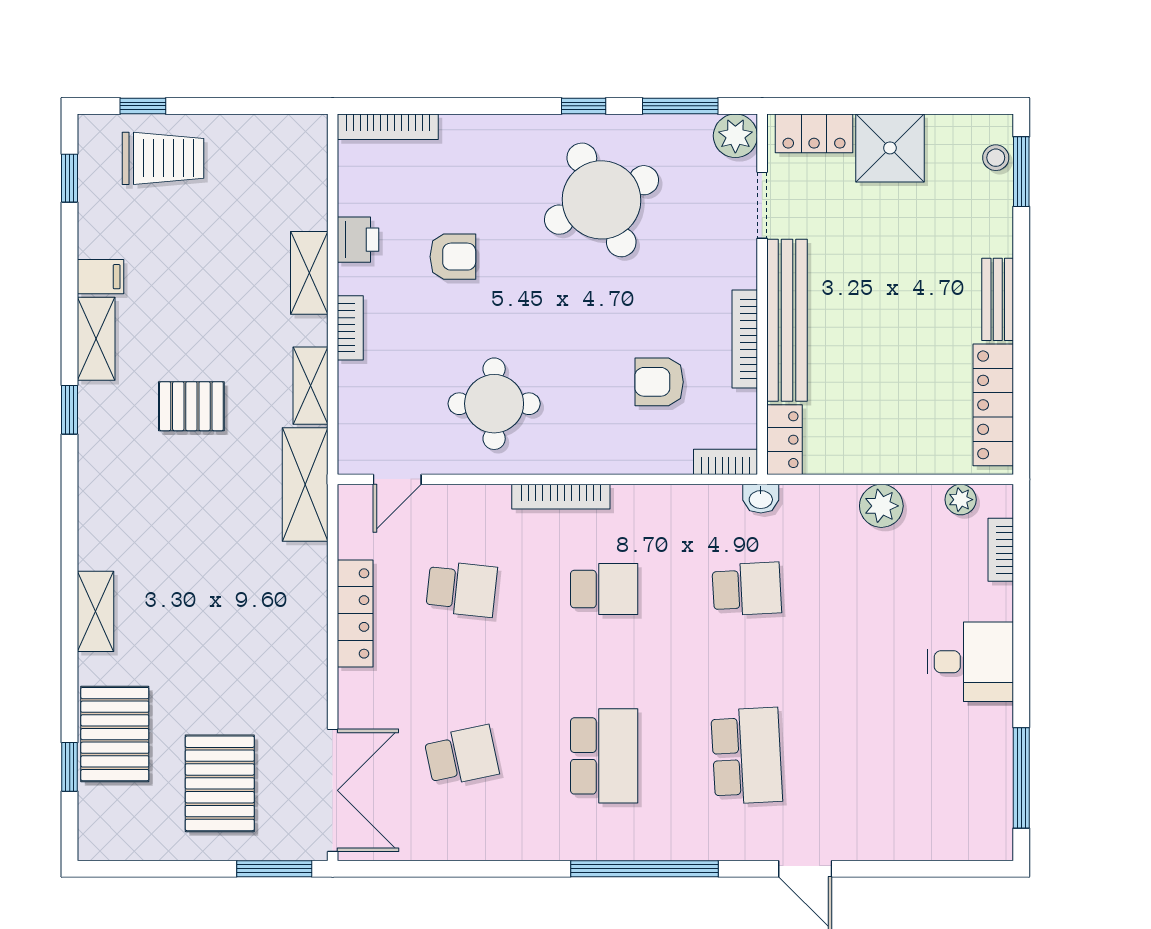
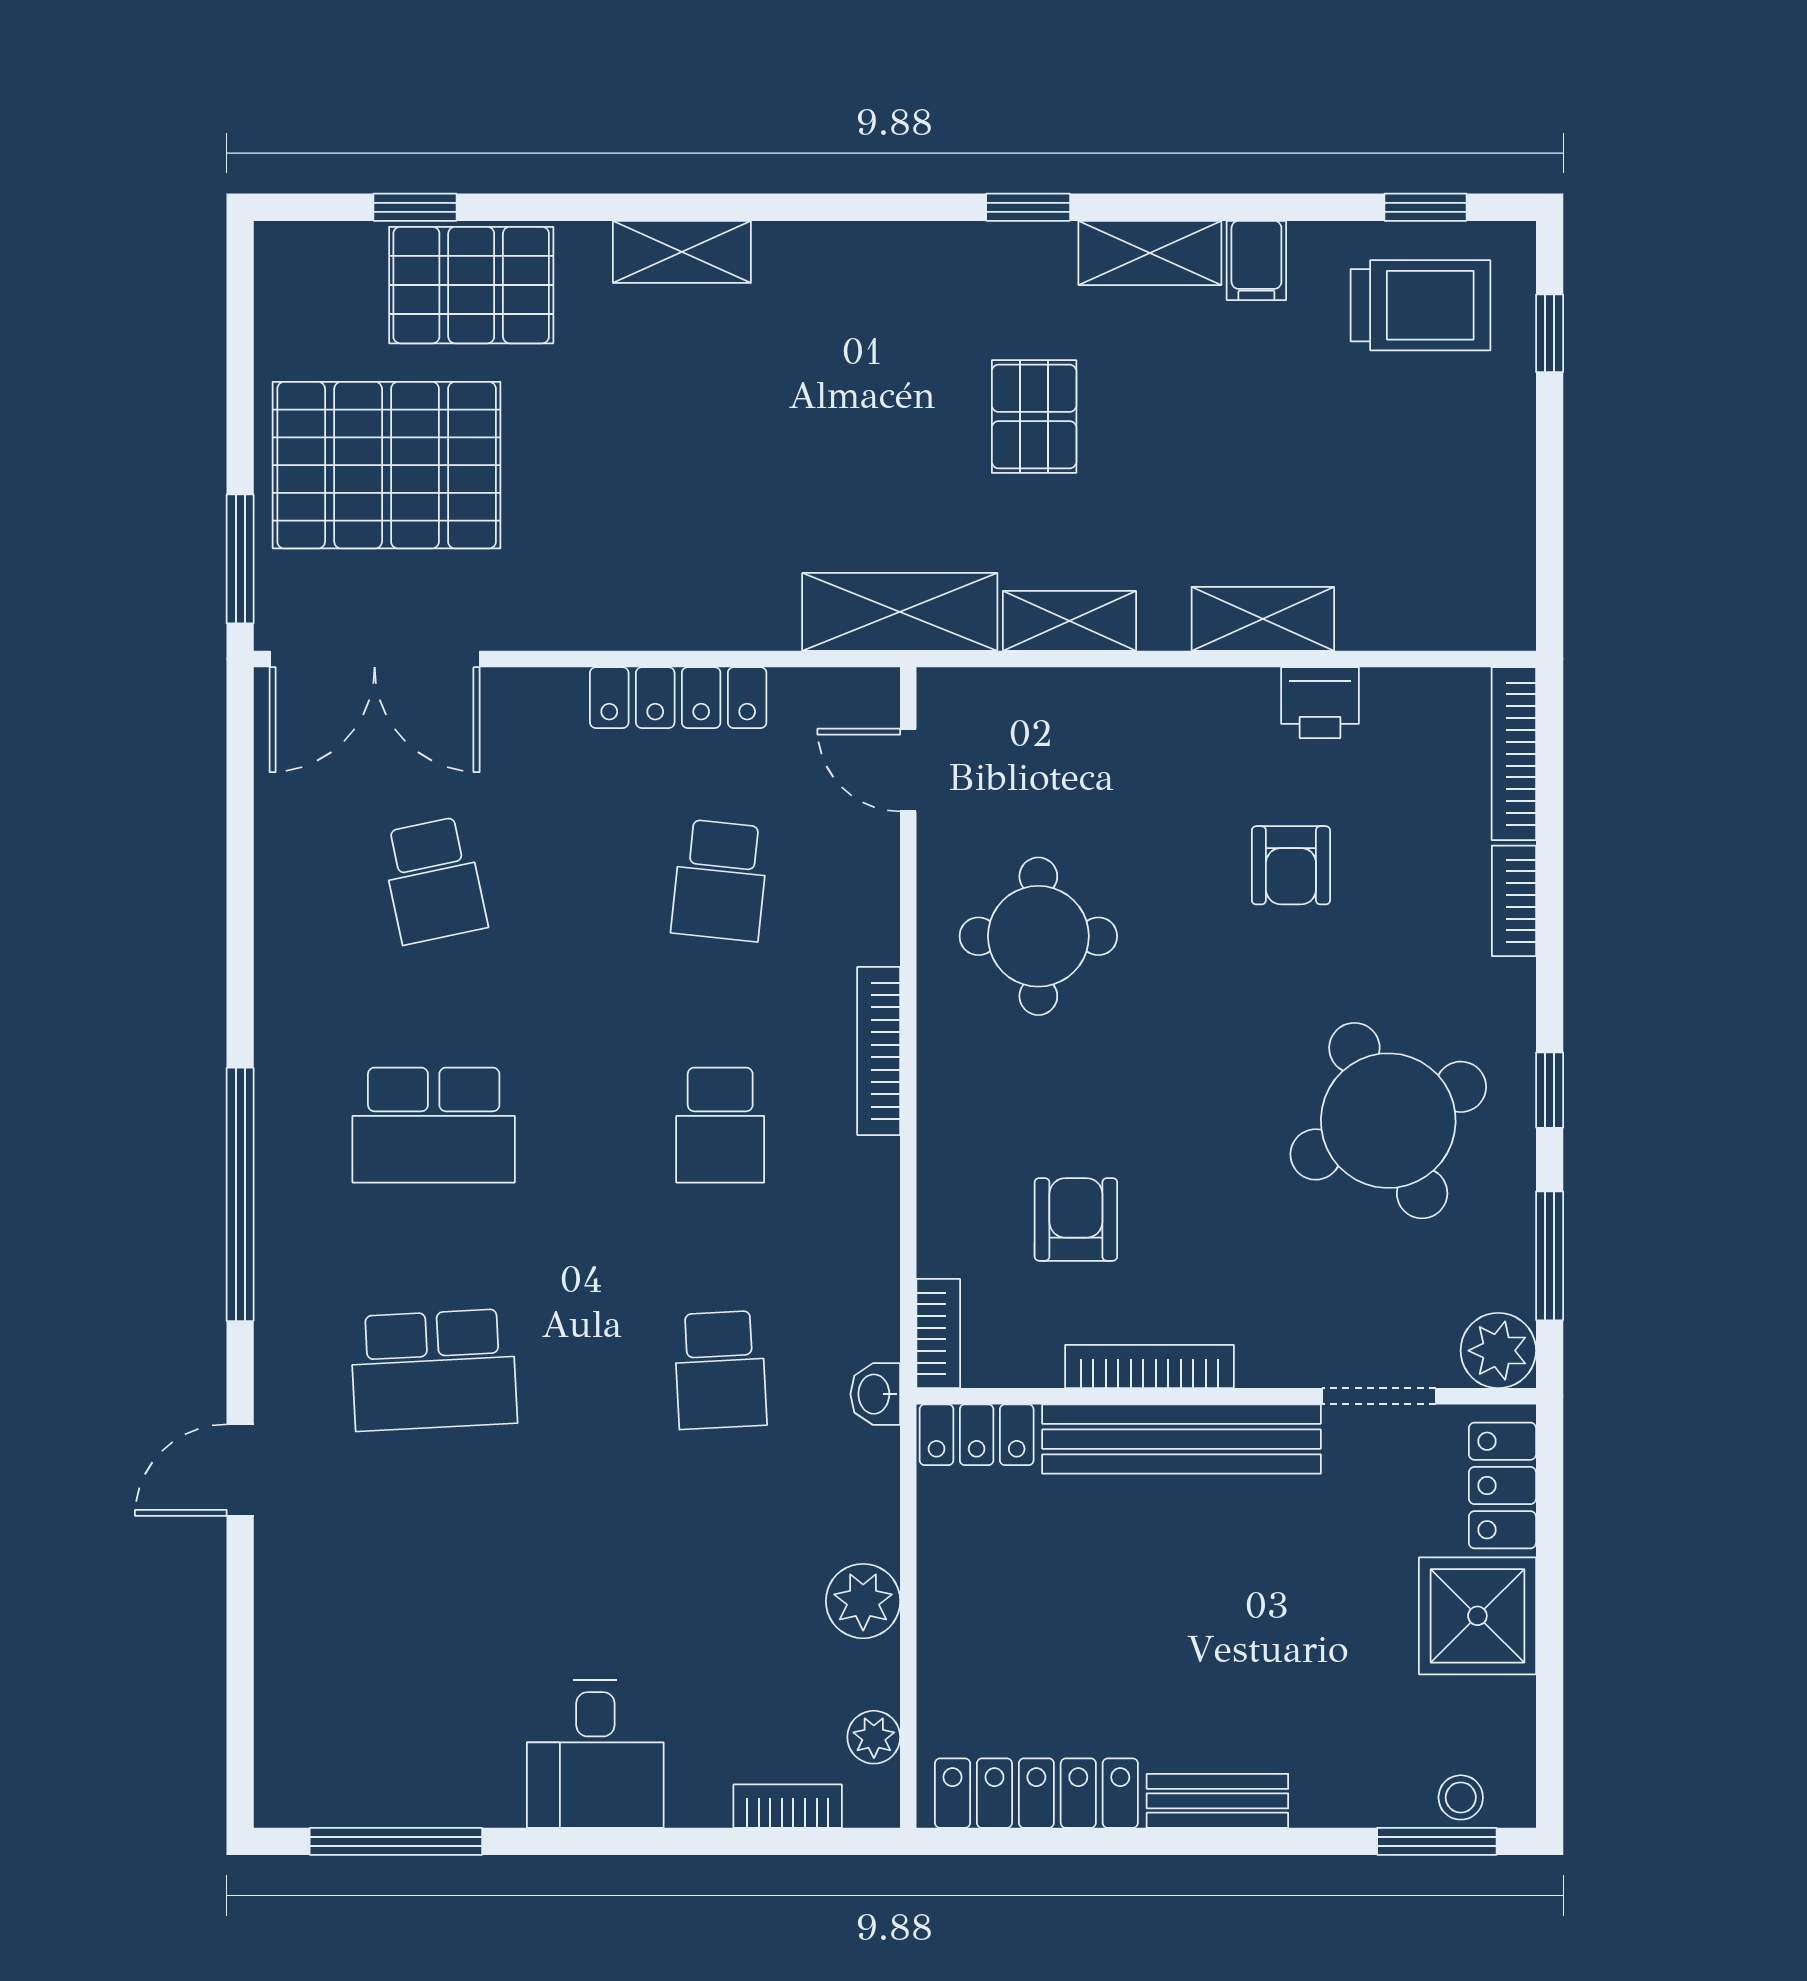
trolley: (163, 158) -> (1420, 305), moved, turned -90
bookcase: (350, 328) -> (1514, 901), moved, turned 90
pallet: (220, 783) -> (387, 465), width x1.37, depth x1.41

